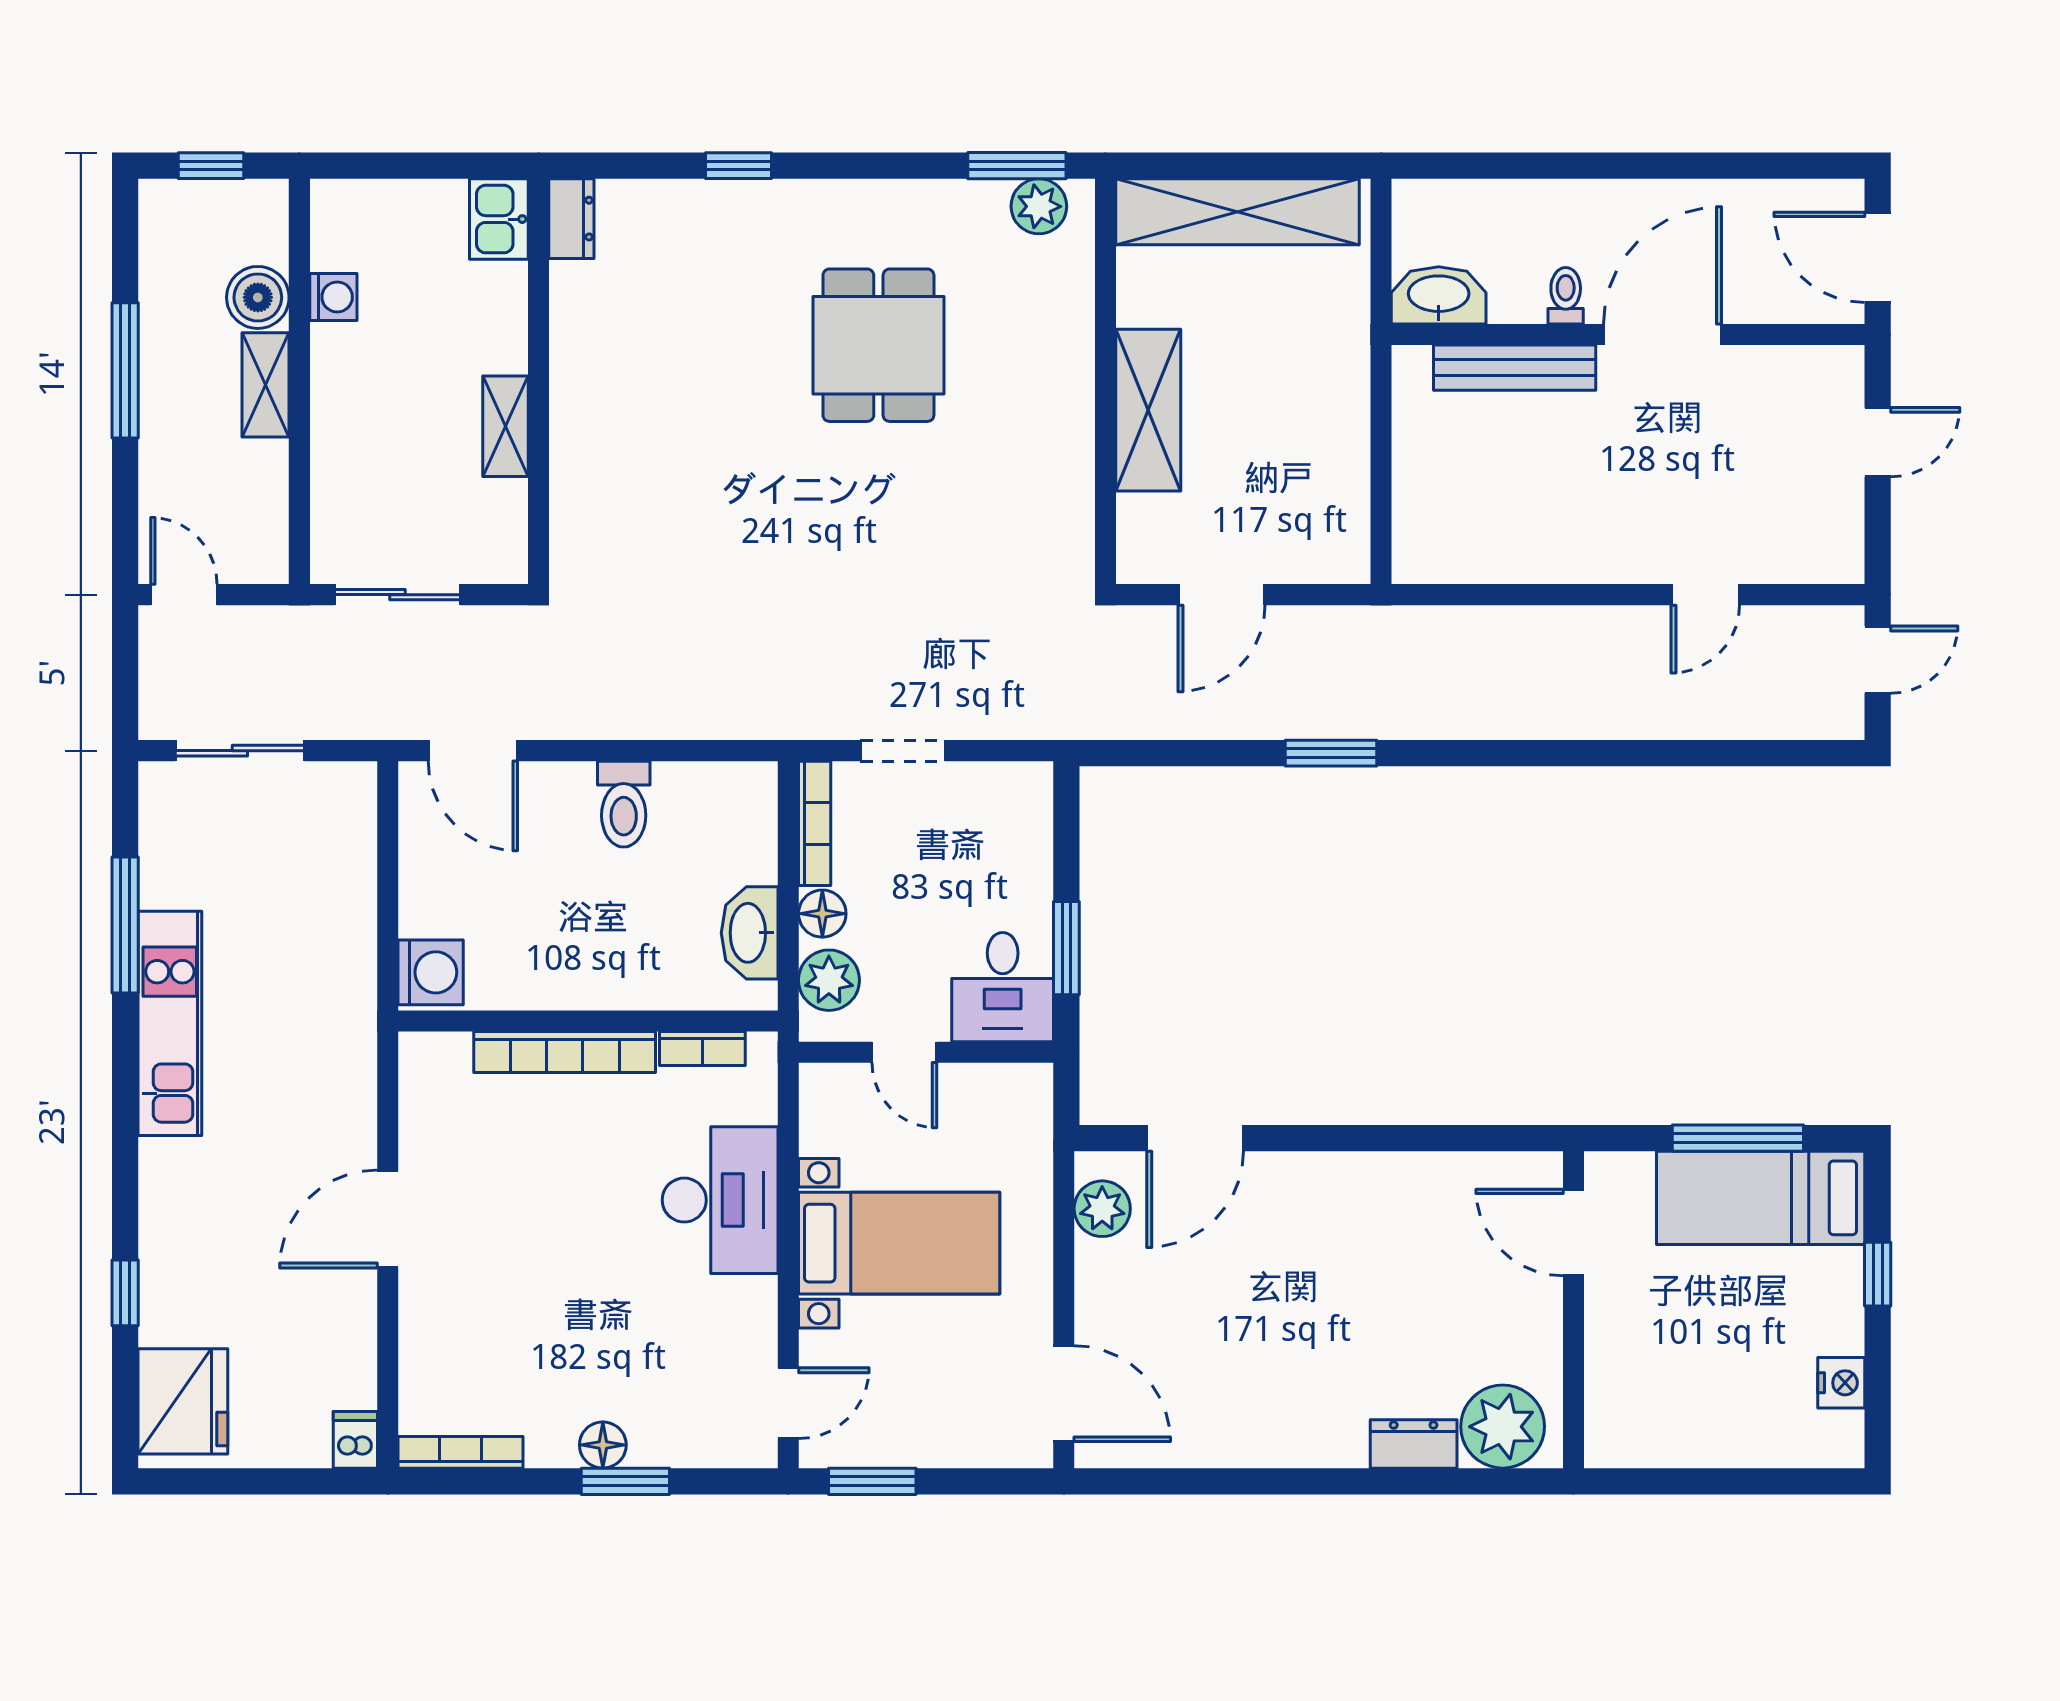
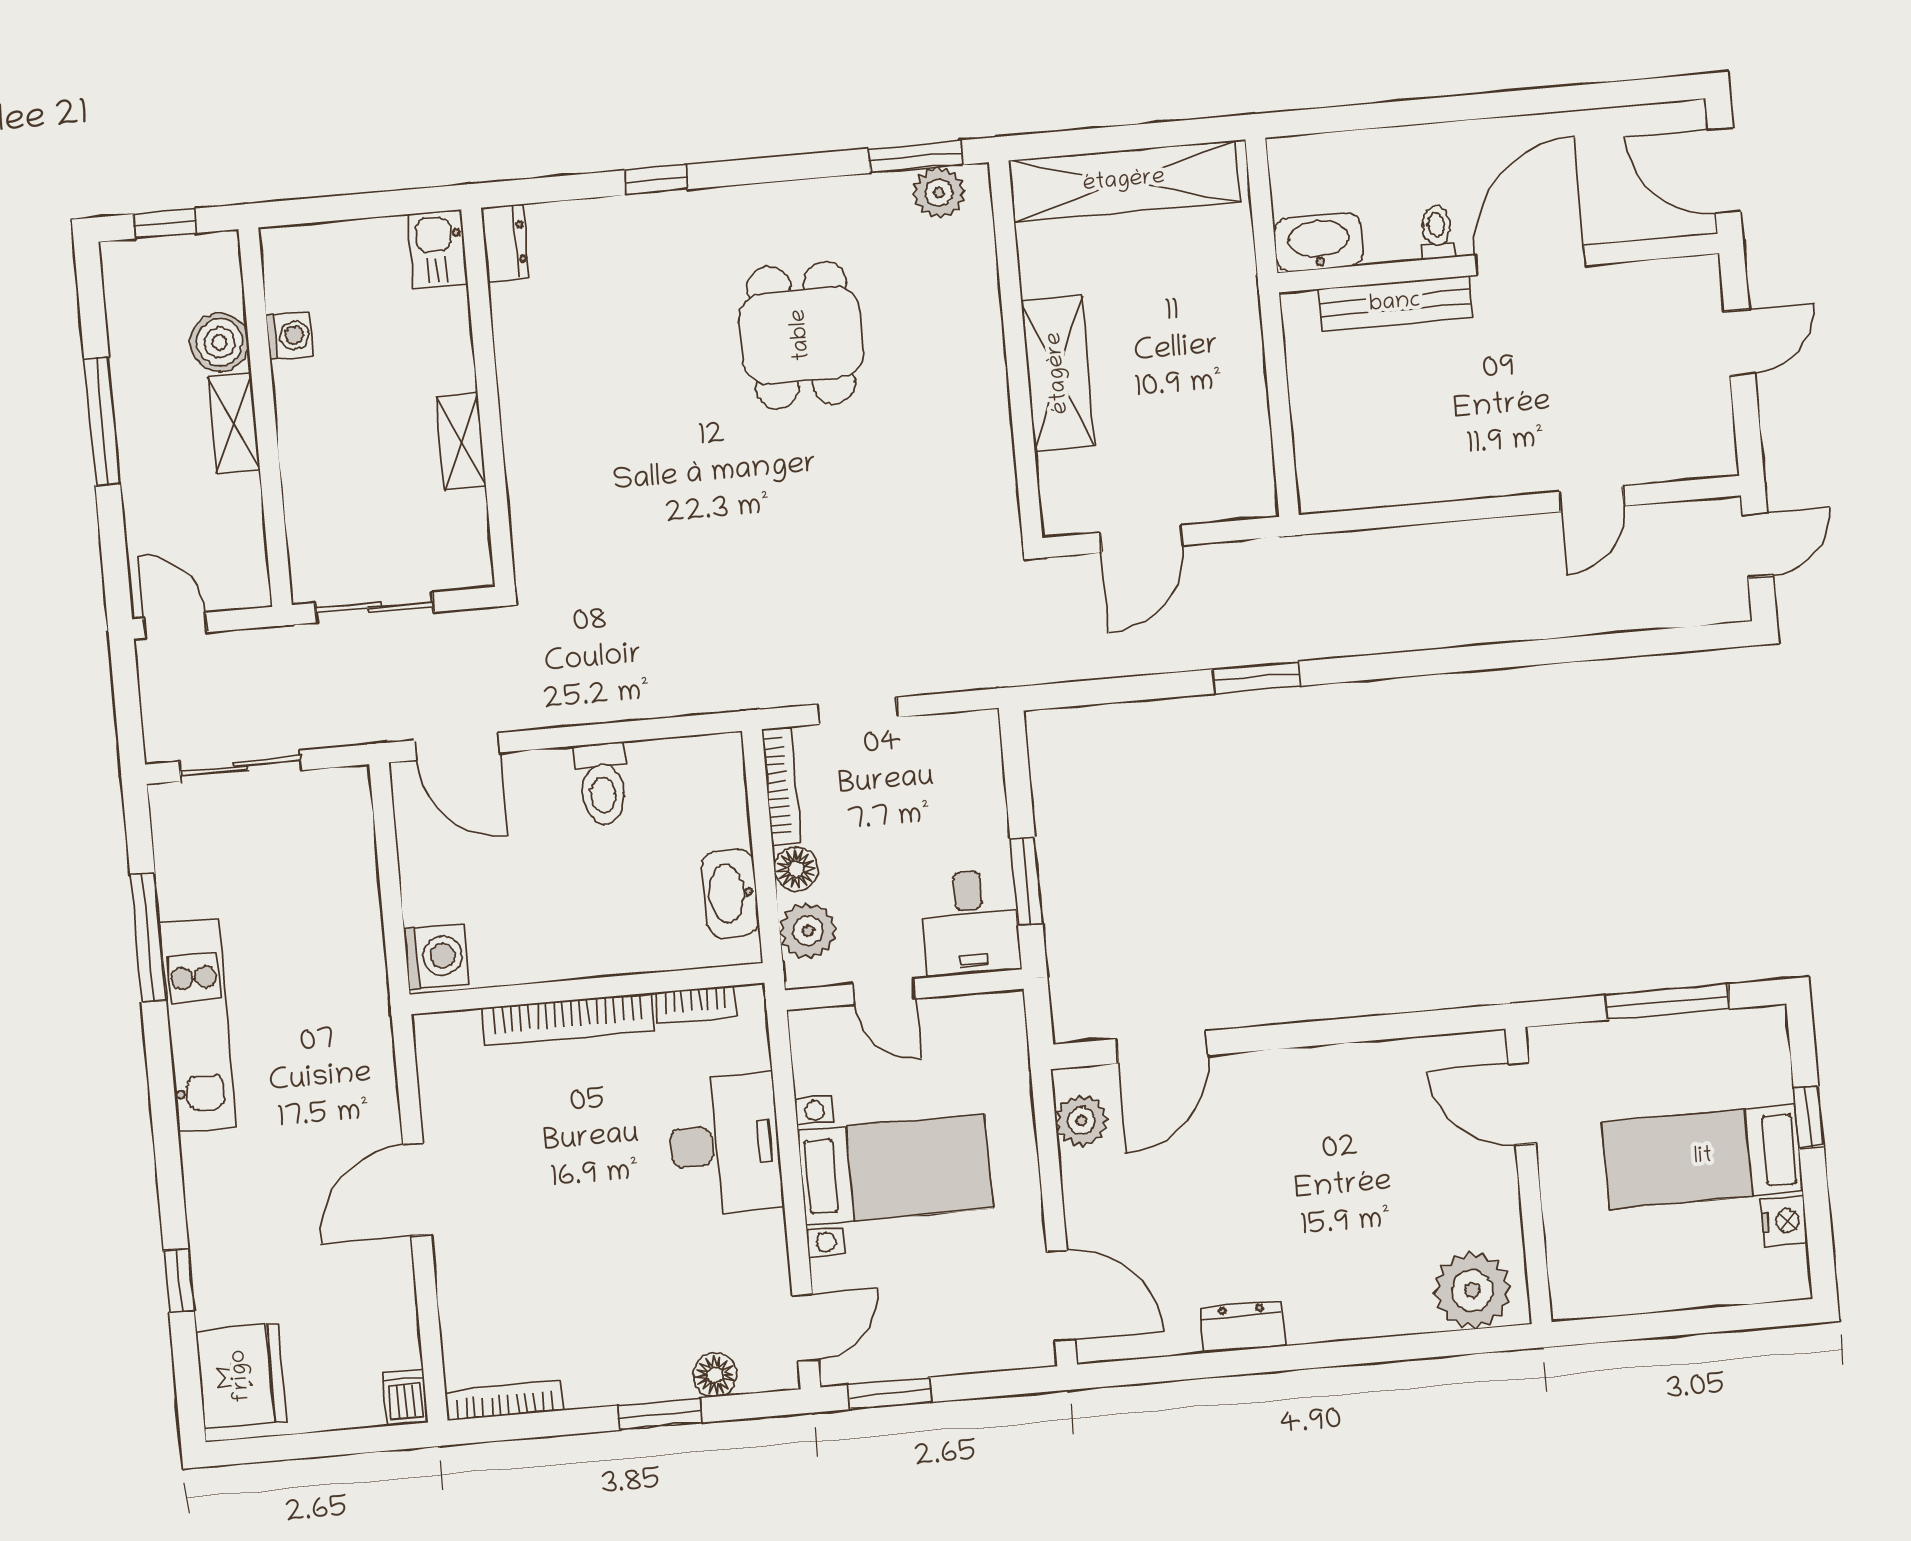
bed: (1761, 1198) -> (1703, 1157), moved
dresser: (1414, 1444) -> (1242, 1327), moved
floor lamp: (603, 1445) -> (715, 1375), moved

